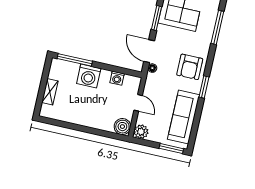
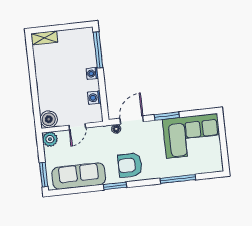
washing machine: (89, 76) -> (92, 73), width x0.53, depth x0.53
shelving: (50, 92) -> (44, 38), moved

